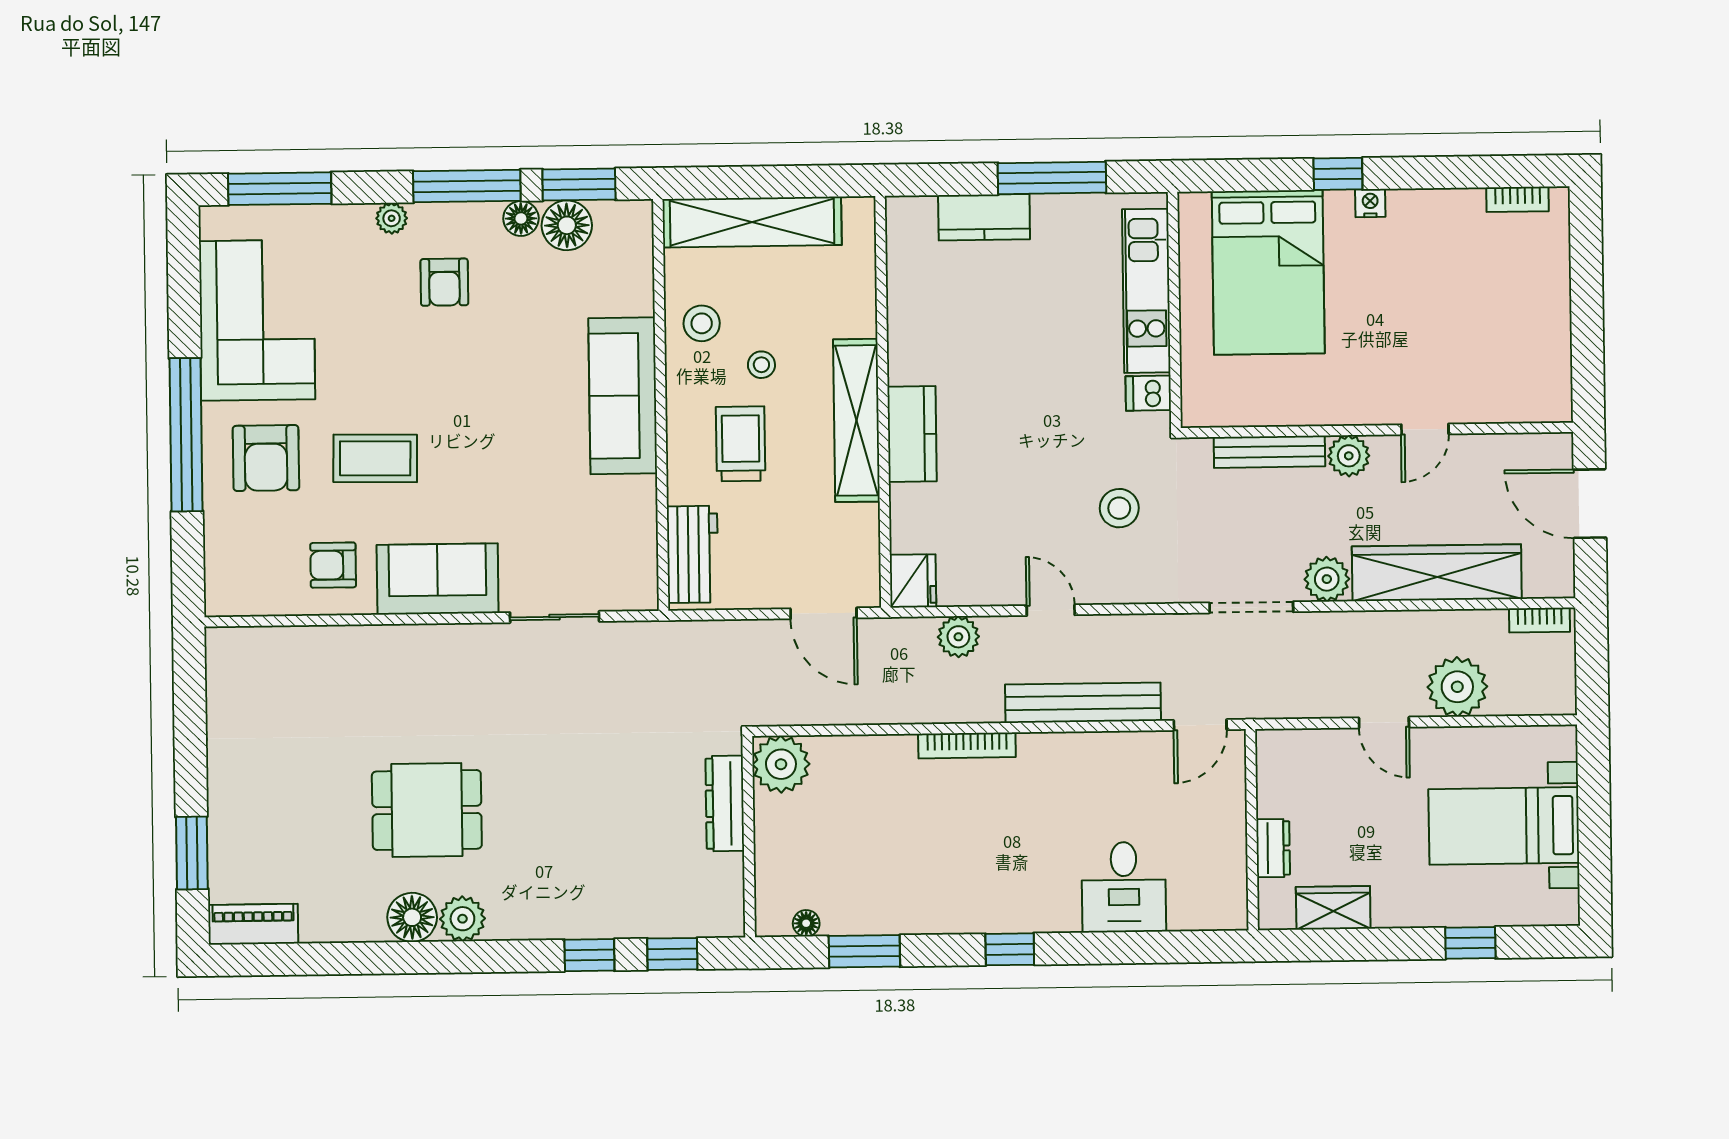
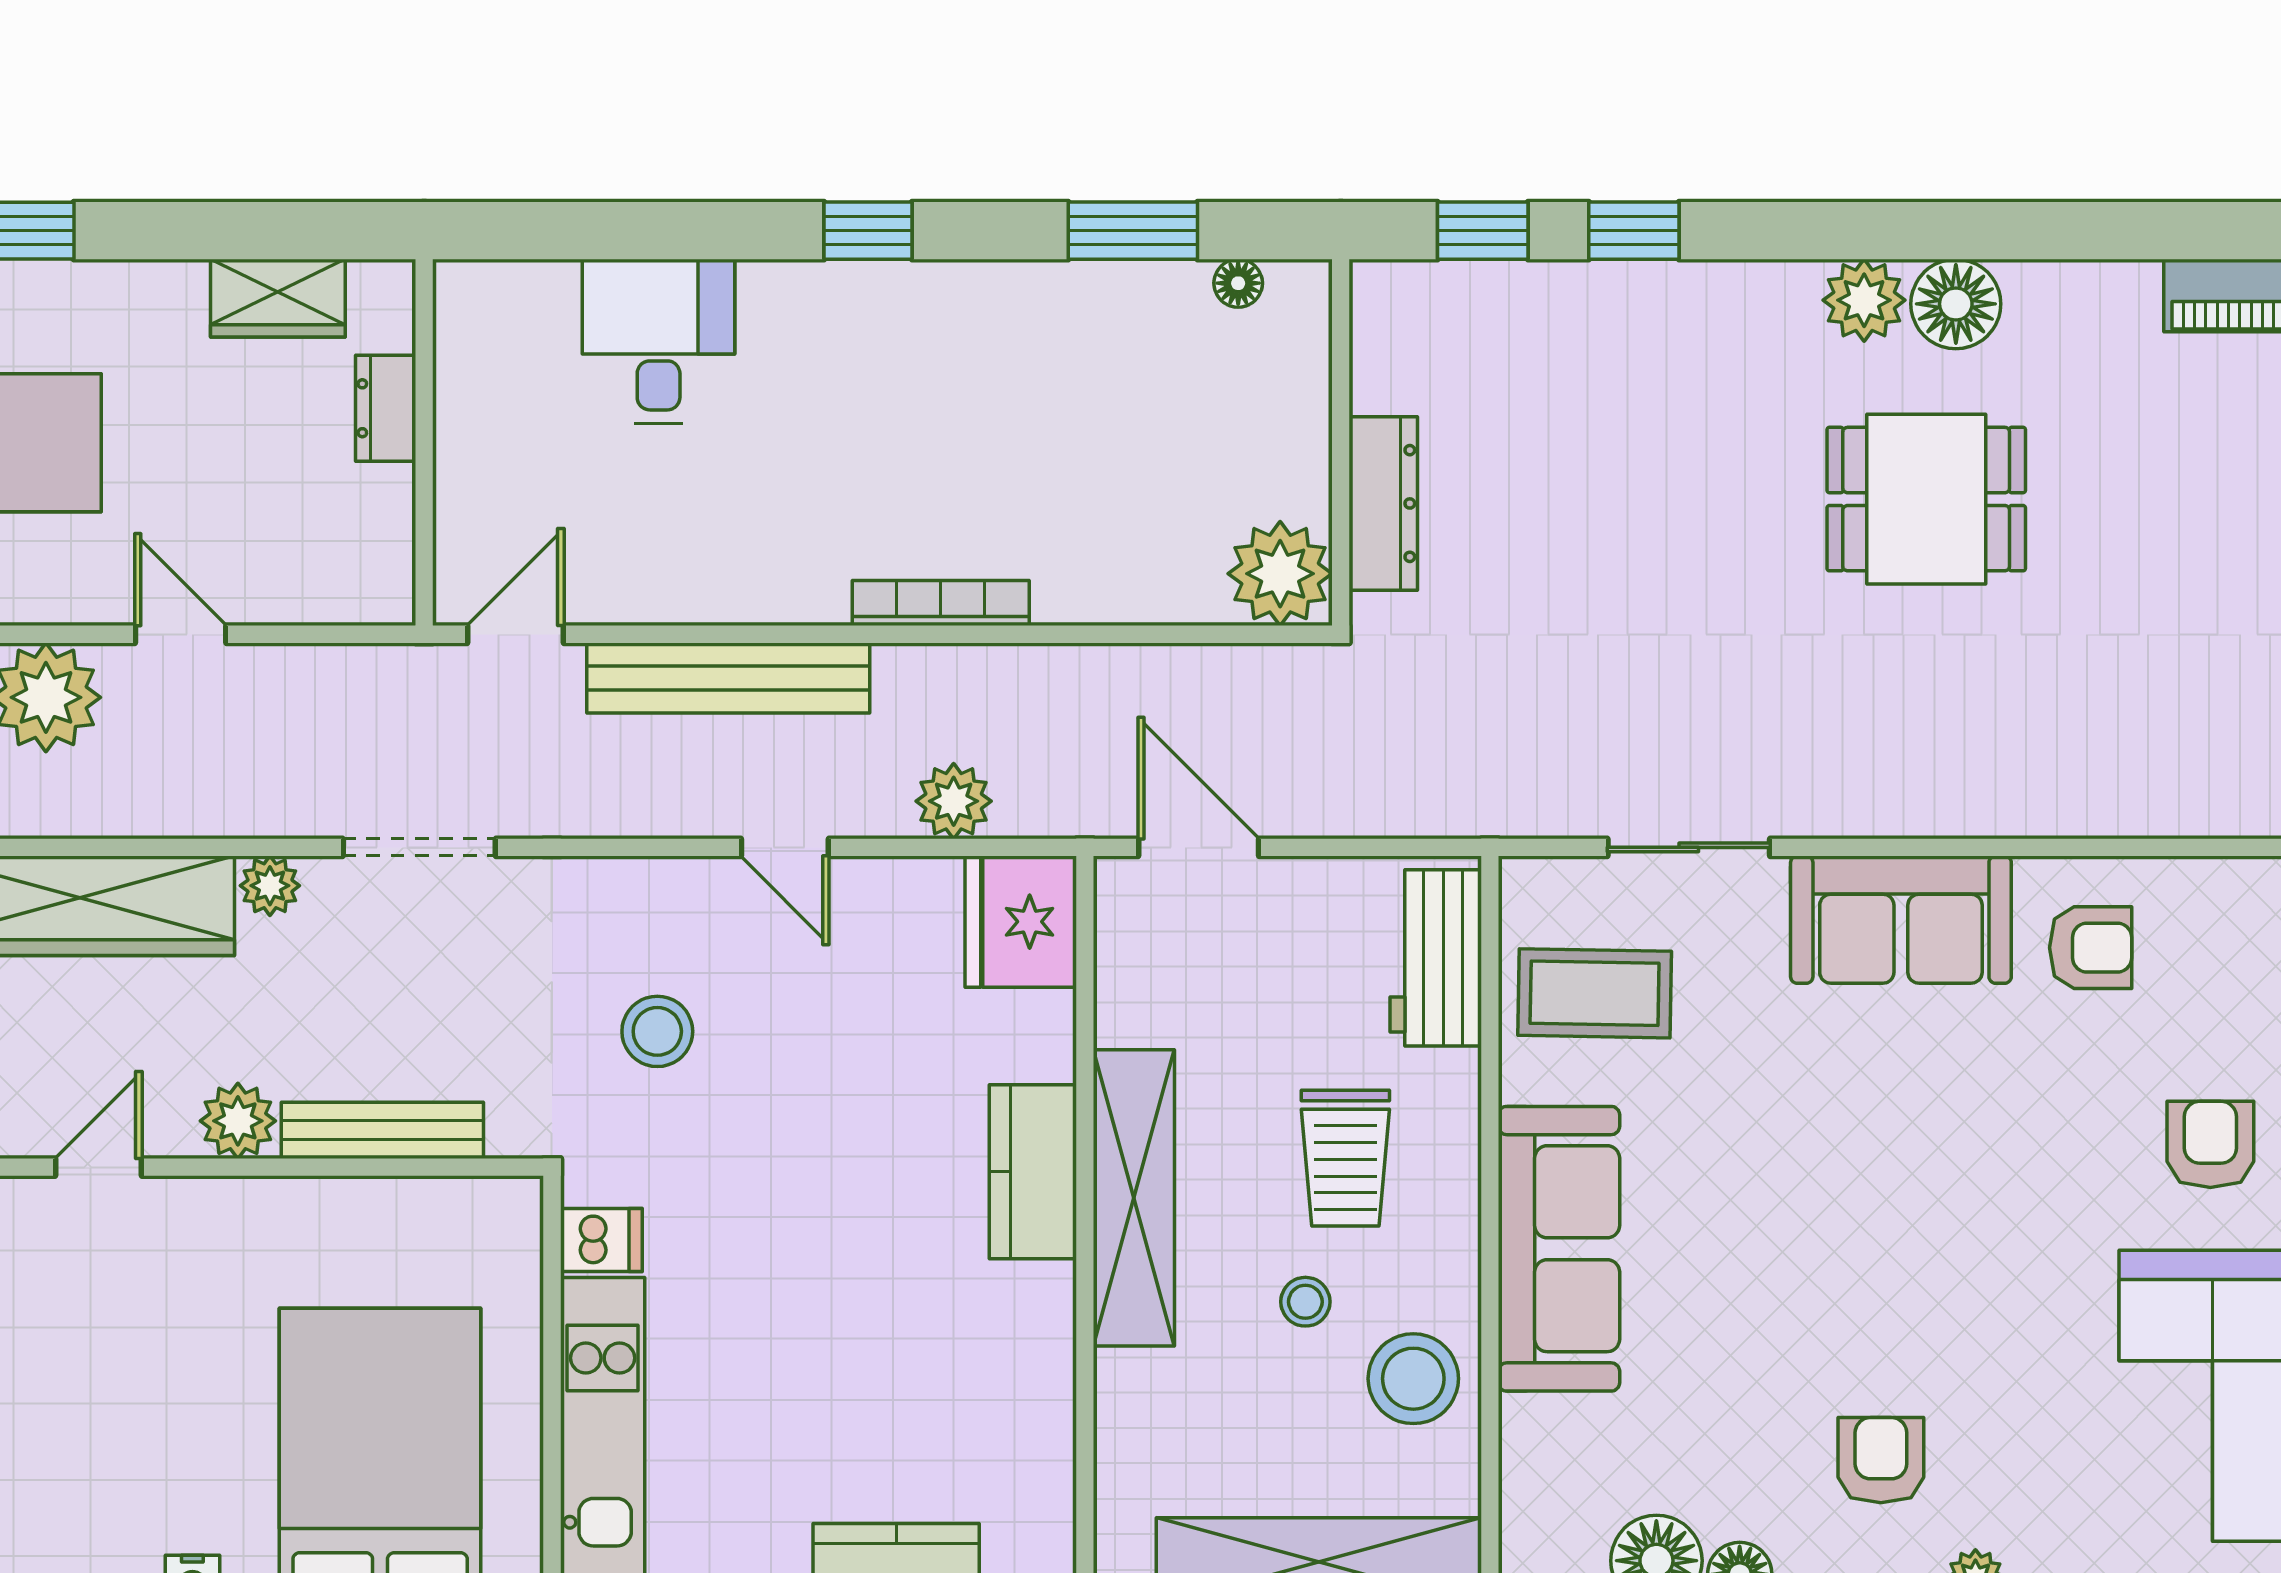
stool: (702, 323) -> (1413, 1379), width x1.38, depth x1.38
armchair: (266, 458) -> (2210, 1144), width x0.72, depth x0.72
coffee table: (375, 458) -> (1595, 993), moved
plant: (1327, 579) -> (270, 886), width x0.73, depth x0.73
fridge: (913, 581) -> (1021, 922), width x1.36, depth x1.34

